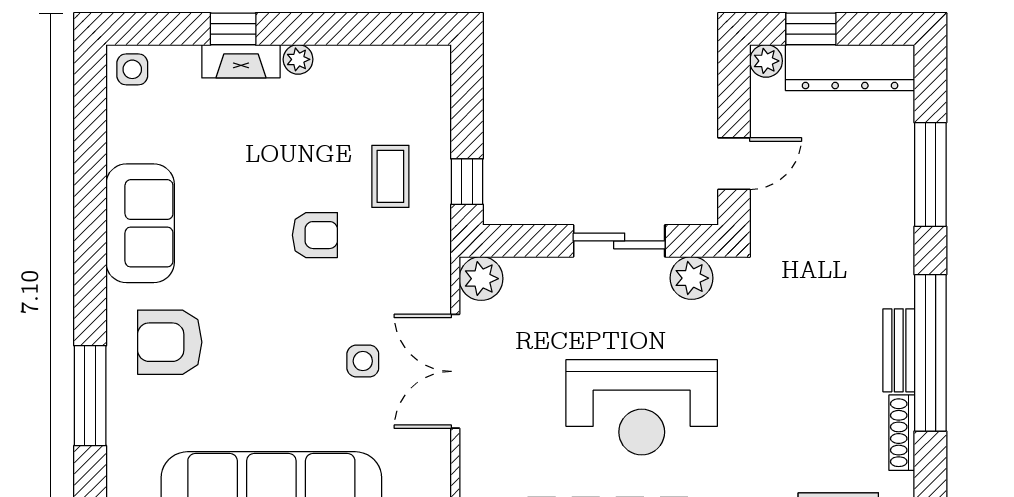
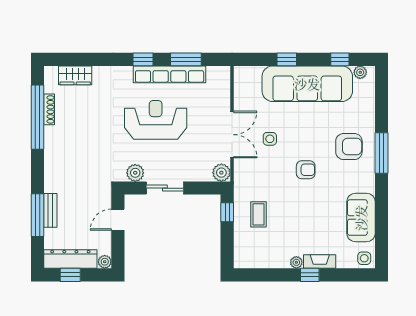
window: (233, 29) -> (310, 275), moved
window: (811, 29) -> (70, 275), moved
sofa: (140, 223) -> (361, 218), moved
armchair: (315, 235) -> (306, 170), moved, turned 180
bench: (899, 350) -> (50, 210), moved
window: (930, 353) -> (37, 117), moved
window: (90, 396) -> (382, 153), moved

